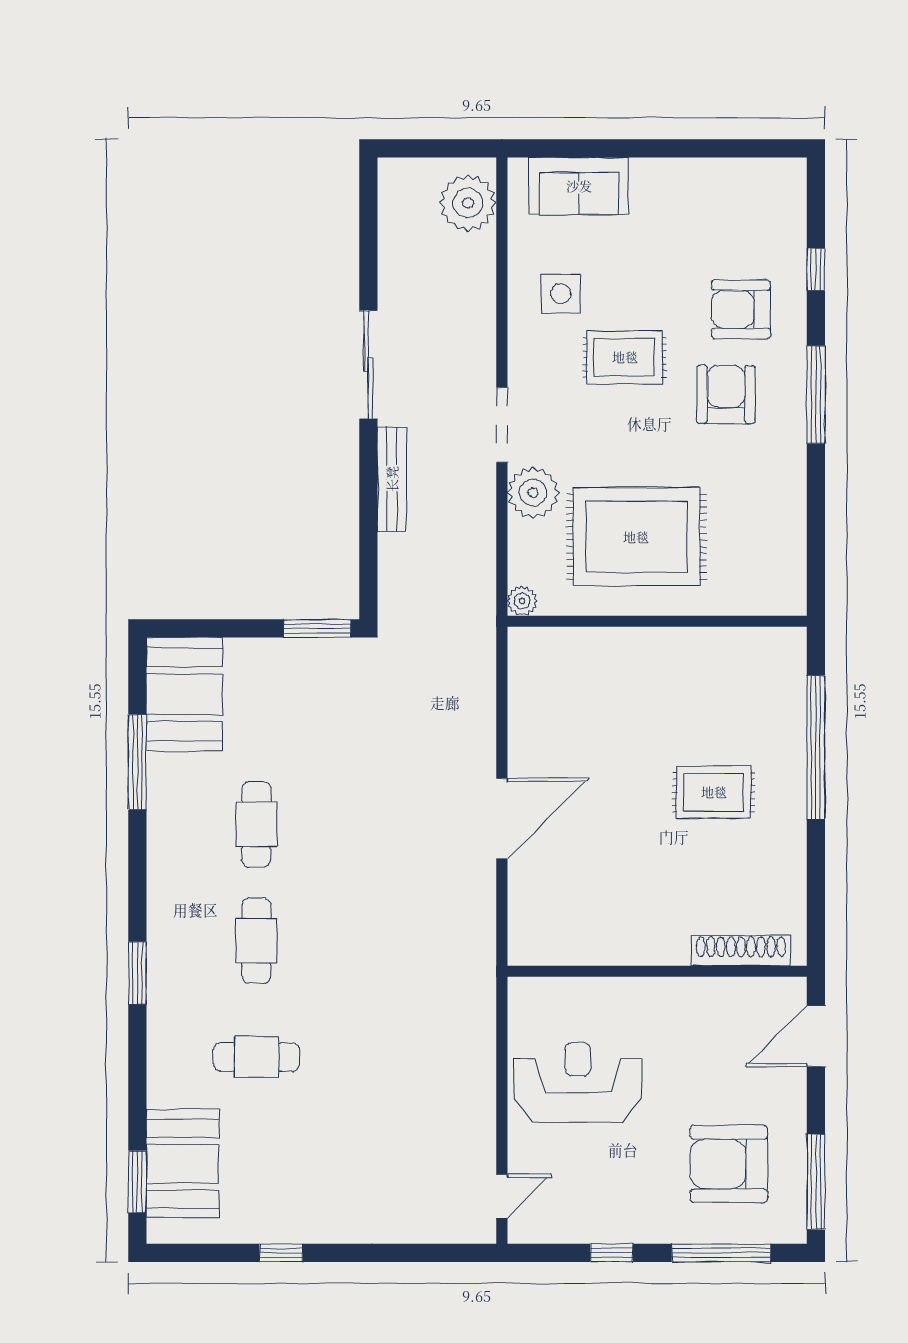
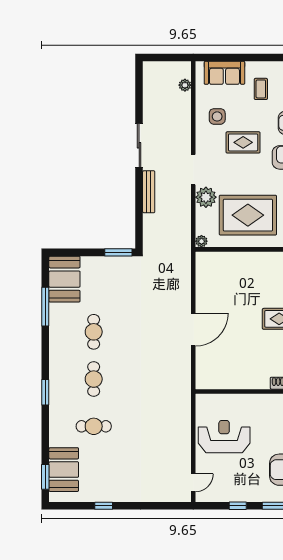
plant: (468, 203) -> (185, 85), width x0.53, depth x0.53
coffee table: (668, 226) -> (261, 89), added

